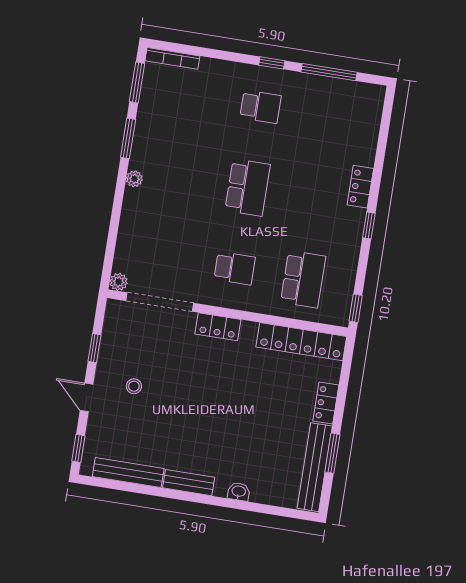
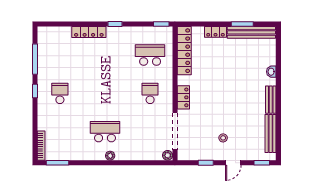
window: (128, 138) -> (89, 163), removed
locker: (360, 187) -> (89, 32), width x1.53
school desk: (248, 188) -> (105, 132), moved

